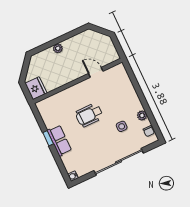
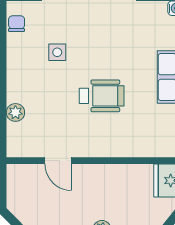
plant: (142, 115) -> (15, 112), moved

